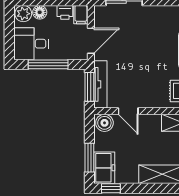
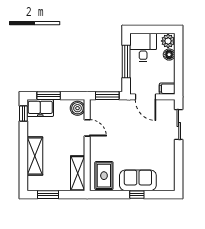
printer: (65, 12) -> (169, 75), removed
tv unit: (100, 84) -> (109, 105), removed
door: (128, 111) -> (87, 128), swing flipped

